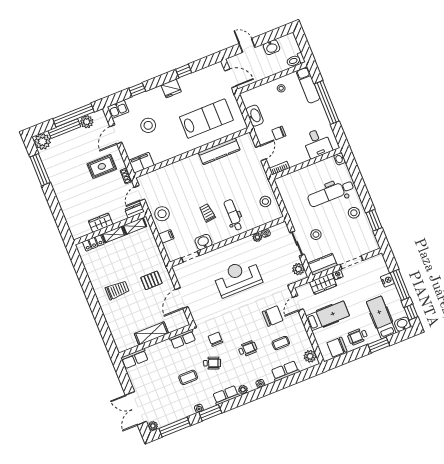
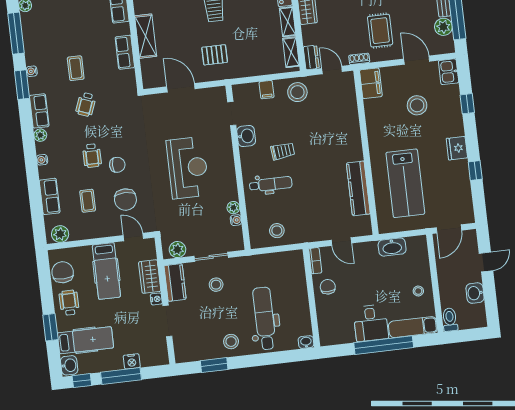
chair: (279, 133) -> (328, 287), moved
desk: (317, 143) -> (371, 323), moved, turned -90
pallet: (151, 280) -> (215, 55), turned 90
row of seats: (183, 339) -> (125, 52), moved
chair: (215, 339) -> (117, 165), moved

